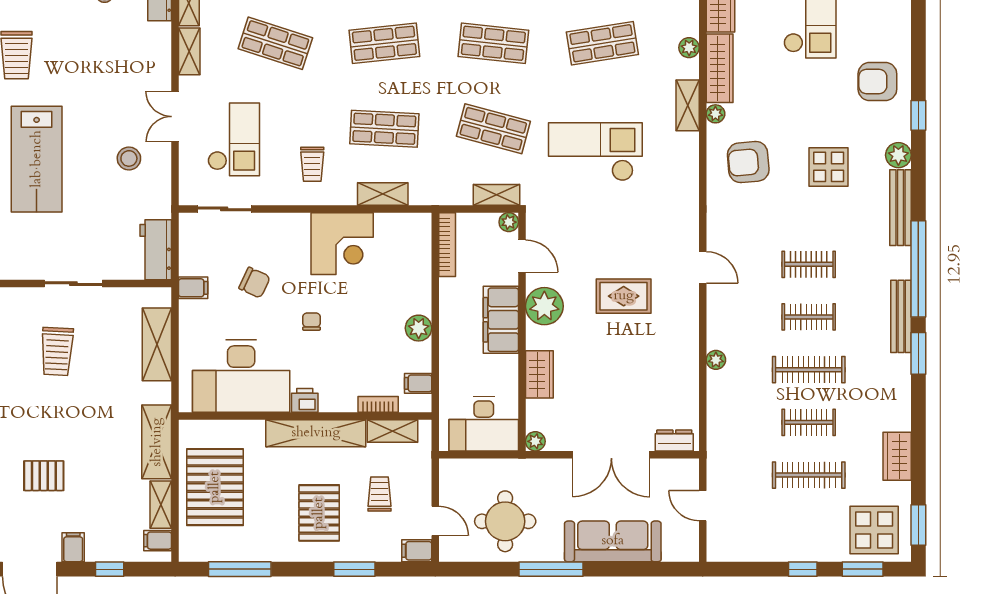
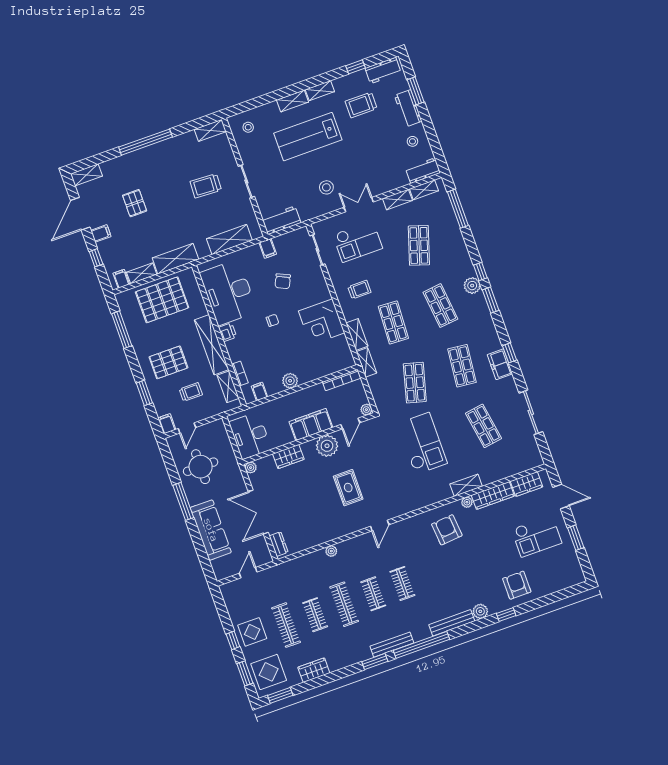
plant: (689, 48) -> (498, 475), removed
trolley: (312, 164) -> (359, 290), turned 180
display table: (829, 167) -> (252, 632), moved
shelving: (497, 195) -> (366, 362), moved

